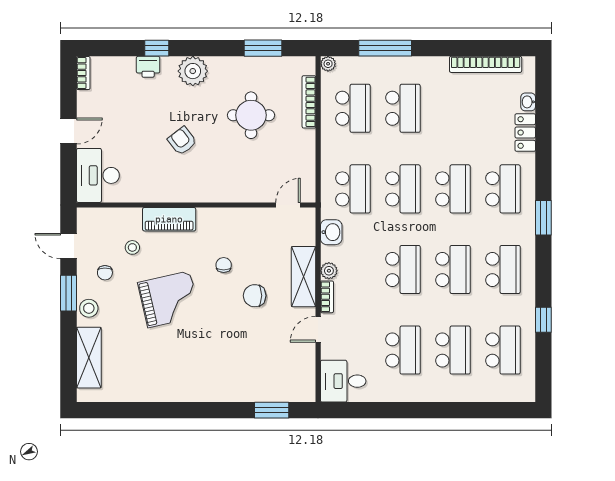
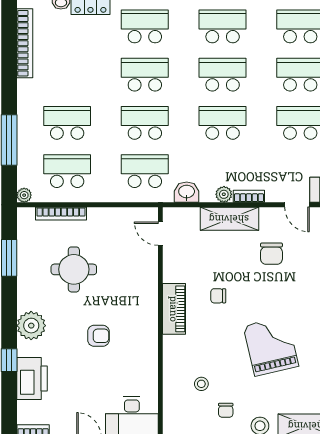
printer: (148, 67) -> (32, 378), width x1.87, depth x1.48
armchair: (182, 141) -> (98, 336), turned -142
piano: (169, 219) -> (174, 309), moved
chair: (105, 273) -> (226, 410), turned 90
chair: (255, 296) -> (271, 254), moved
grand piano: (169, 299) -> (271, 346), moved
door: (318, 329) -> (297, 205), moved

